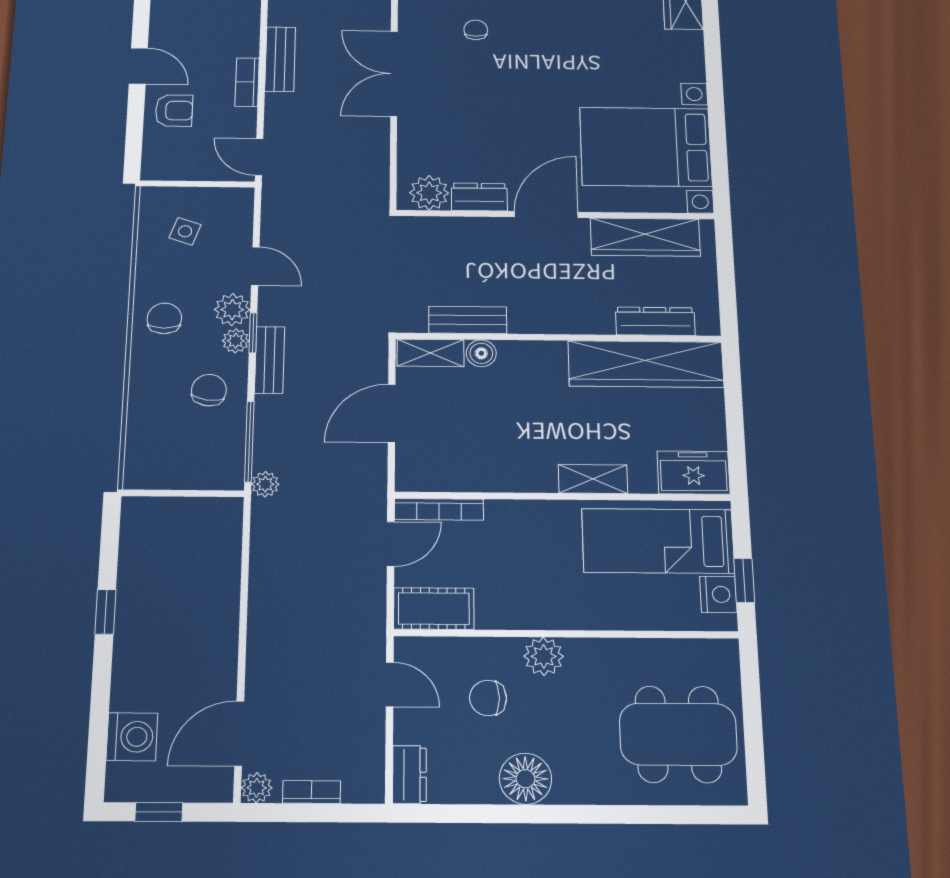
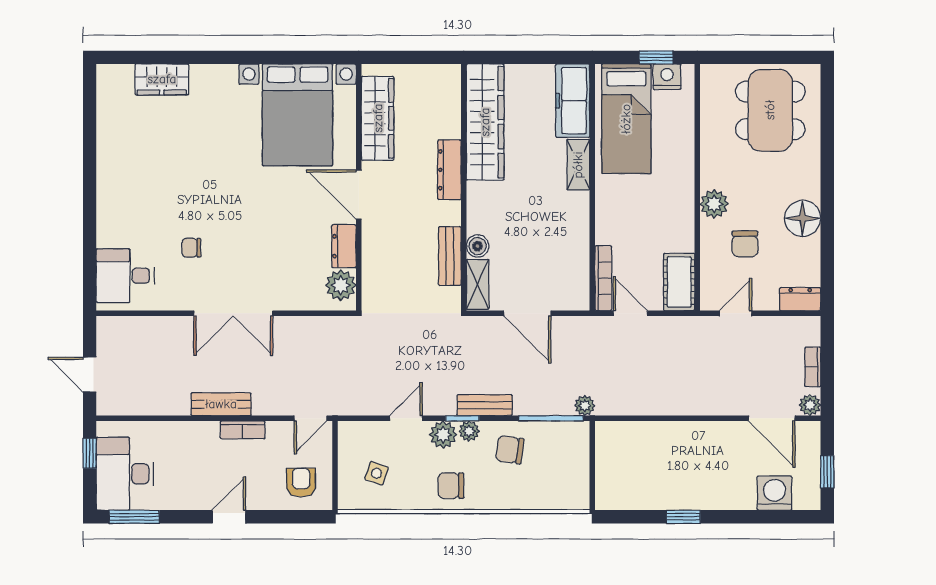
armchair: (174, 111) -> (301, 483), moved
dresser: (655, 321) -> (449, 170), moved
freezer: (694, 473) -> (573, 101), width x1.40

